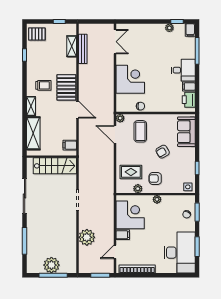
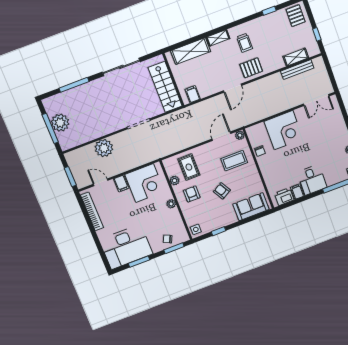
pallet: (66, 87) -> (251, 68), width x0.67, depth x0.71

